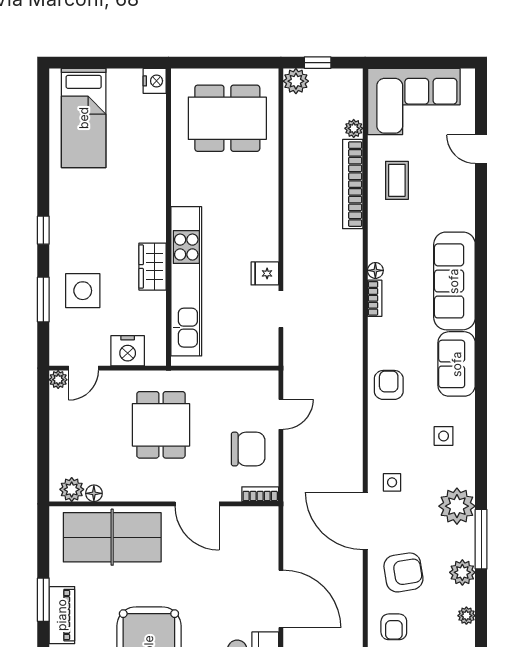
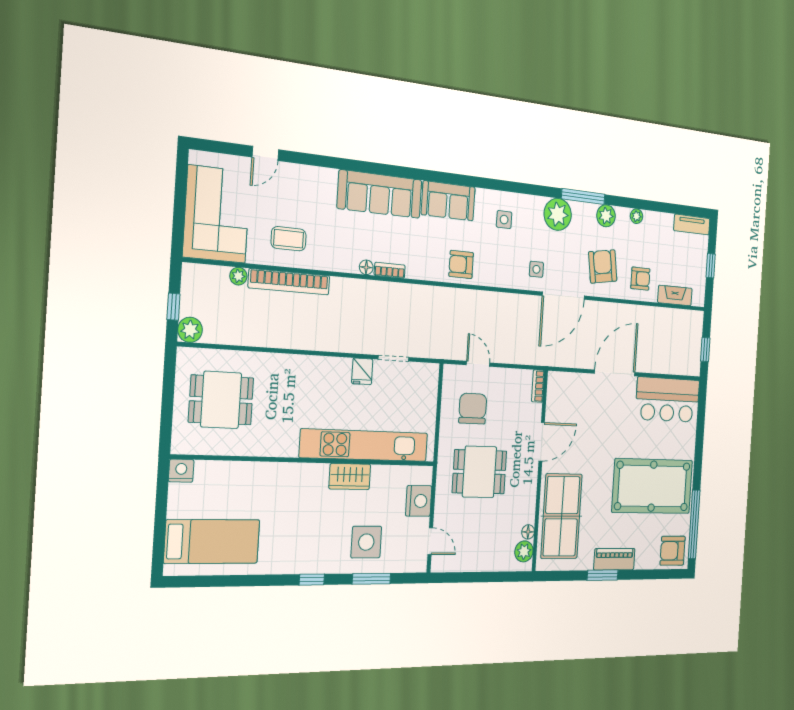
dining table: (227, 118) -> (221, 400), width x0.73
plant: (58, 380) -> (438, 564), removed
chair: (248, 449) -> (473, 409), moved

